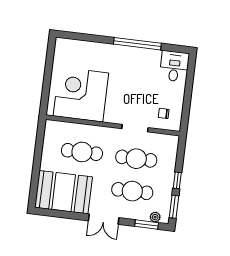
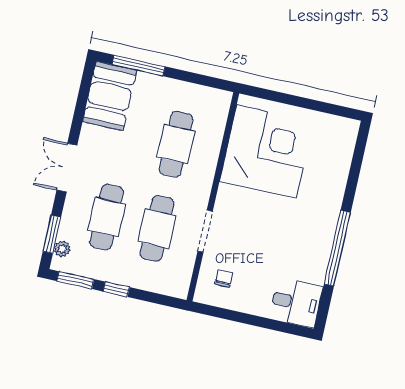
window: (35, 180) -> (139, 66), added
booth: (64, 192) -> (110, 96), width x0.73, depth x0.70

